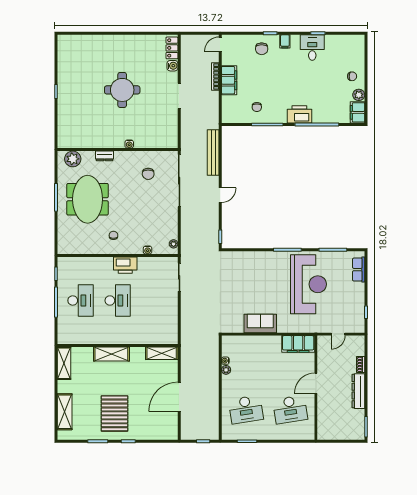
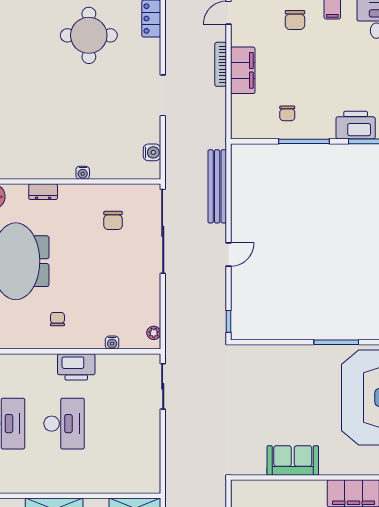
water cooler: (172, 66) -> (152, 152), moved
round table: (122, 90) -> (89, 35), moved

